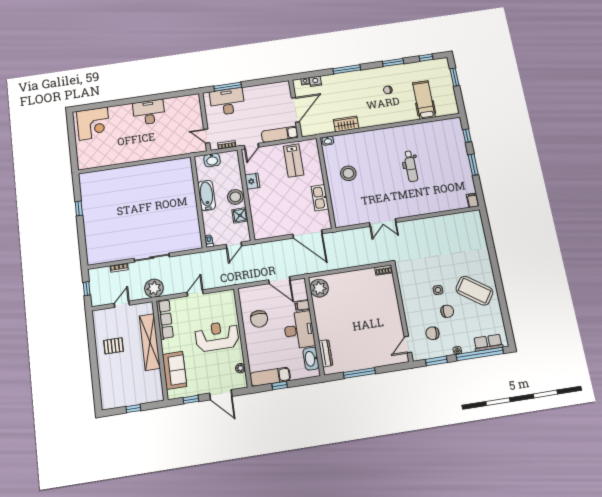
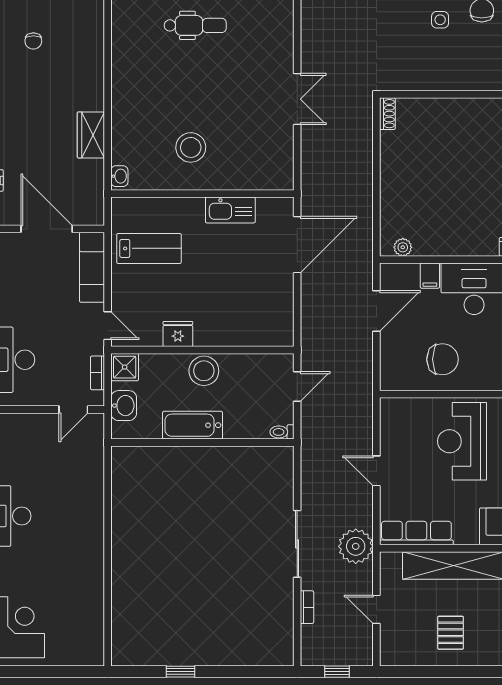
shower: (240, 215) -> (125, 367), moved
door: (234, 245) -> (297, 387), hinge flipped
plant: (319, 288) -> (403, 247), width x0.53, depth x0.53

